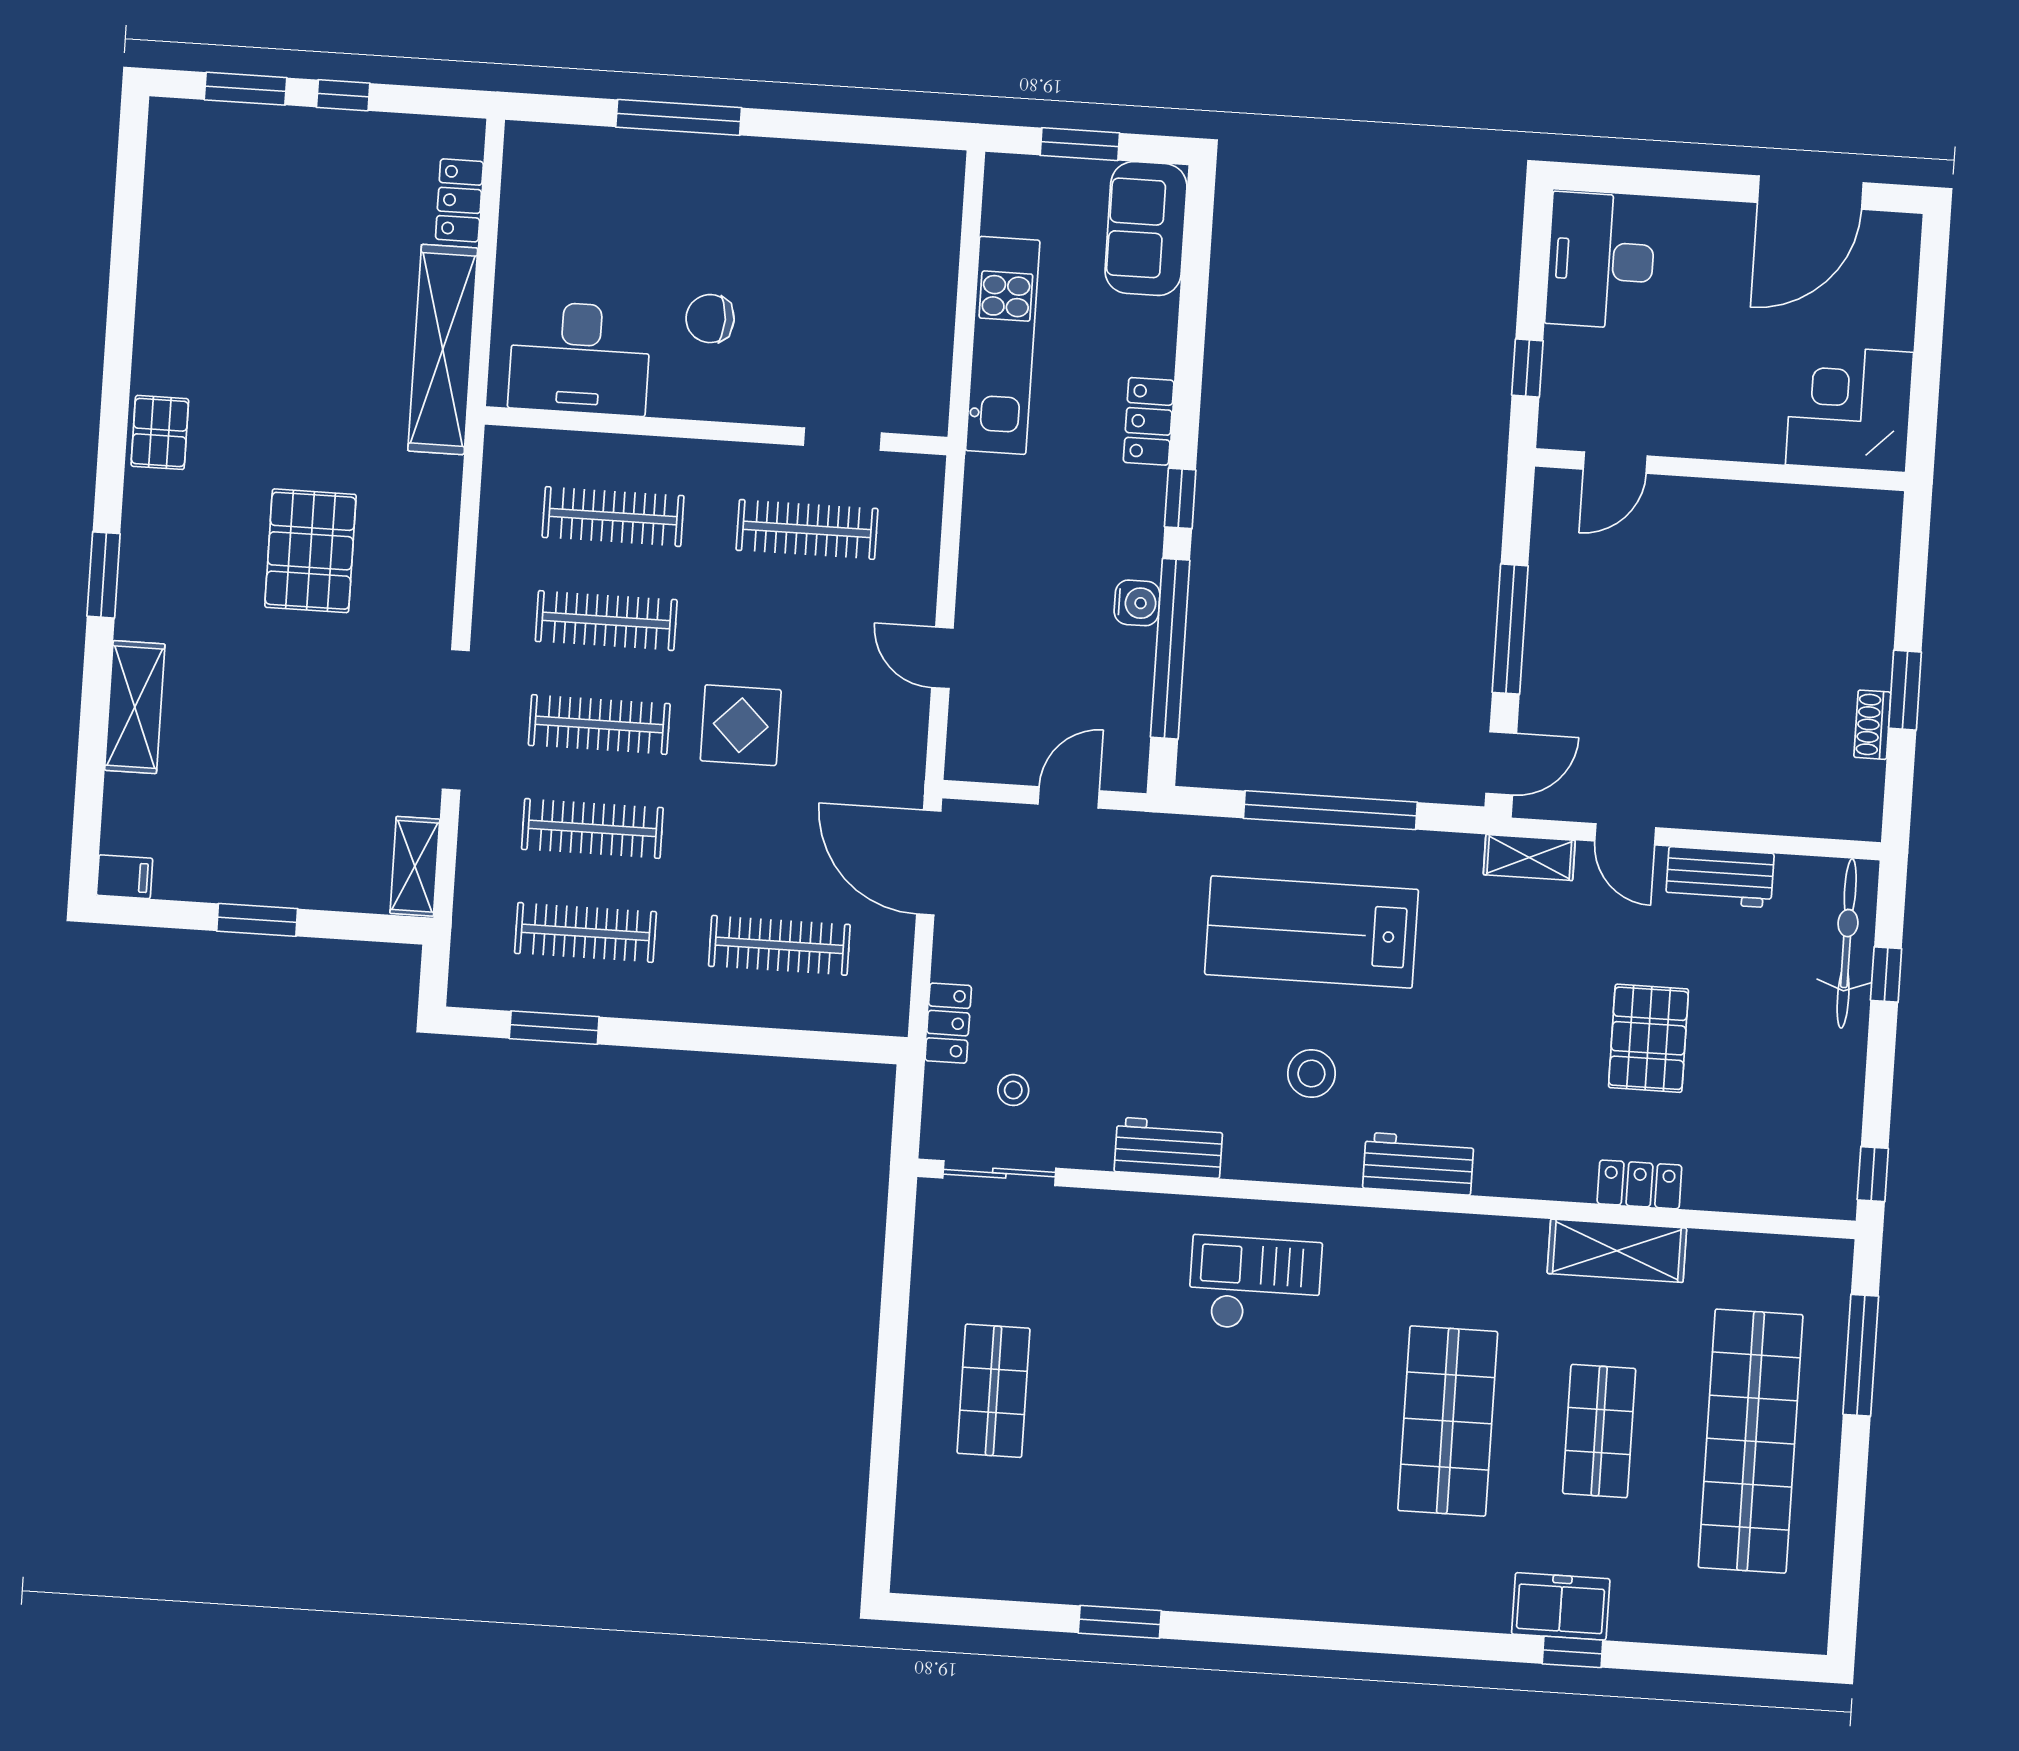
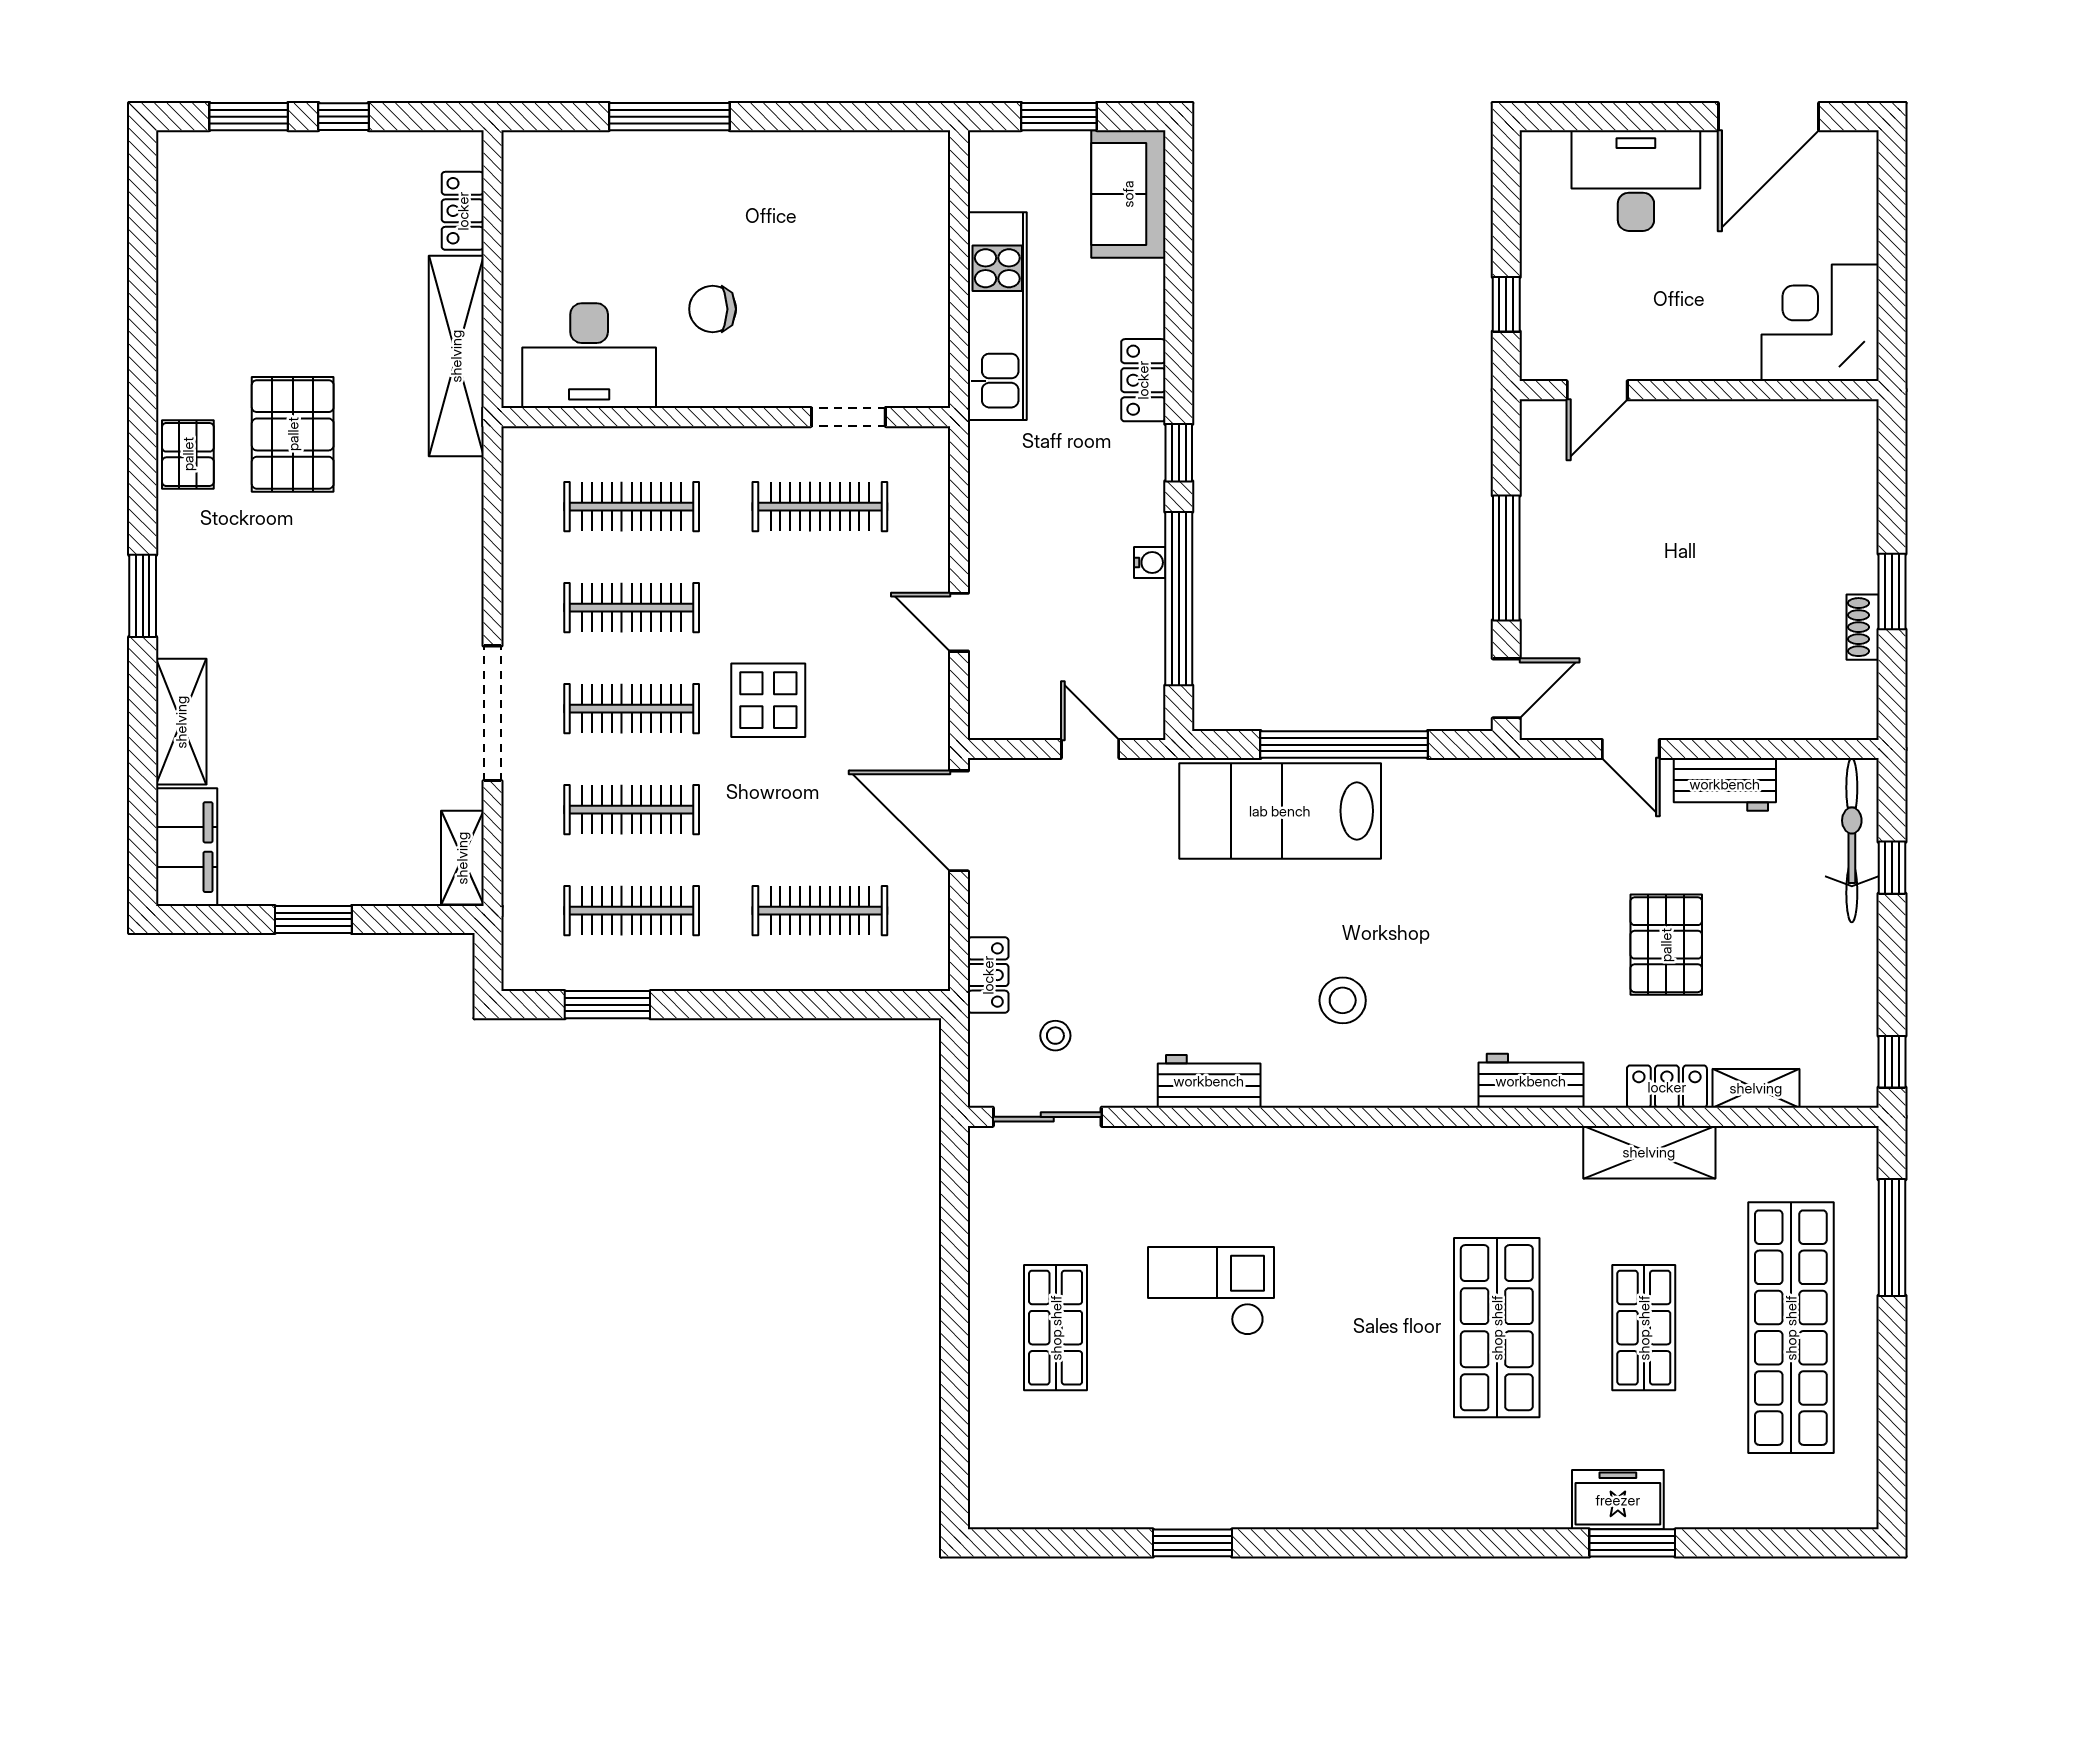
desk: (1601, 261) -> (1636, 181), moved, turned 90
pallet: (310, 551) -> (293, 434), moved
water cooler: (1137, 603) -> (1150, 562), width x0.72, depth x0.72
door: (1069, 797) -> (1090, 749), hinge flipped
shelving: (1529, 857) -> (1756, 1088), moved
filing cabinet: (125, 877) -> (187, 847), width x3.00, depth x1.17
lab bench: (1312, 932) -> (1280, 811), moved
workbench: (1418, 1164) -> (1531, 1081), moved
checkout: (1255, 1284) -> (1211, 1291), moved
window: (1573, 1652) -> (1632, 1543), width x1.50

